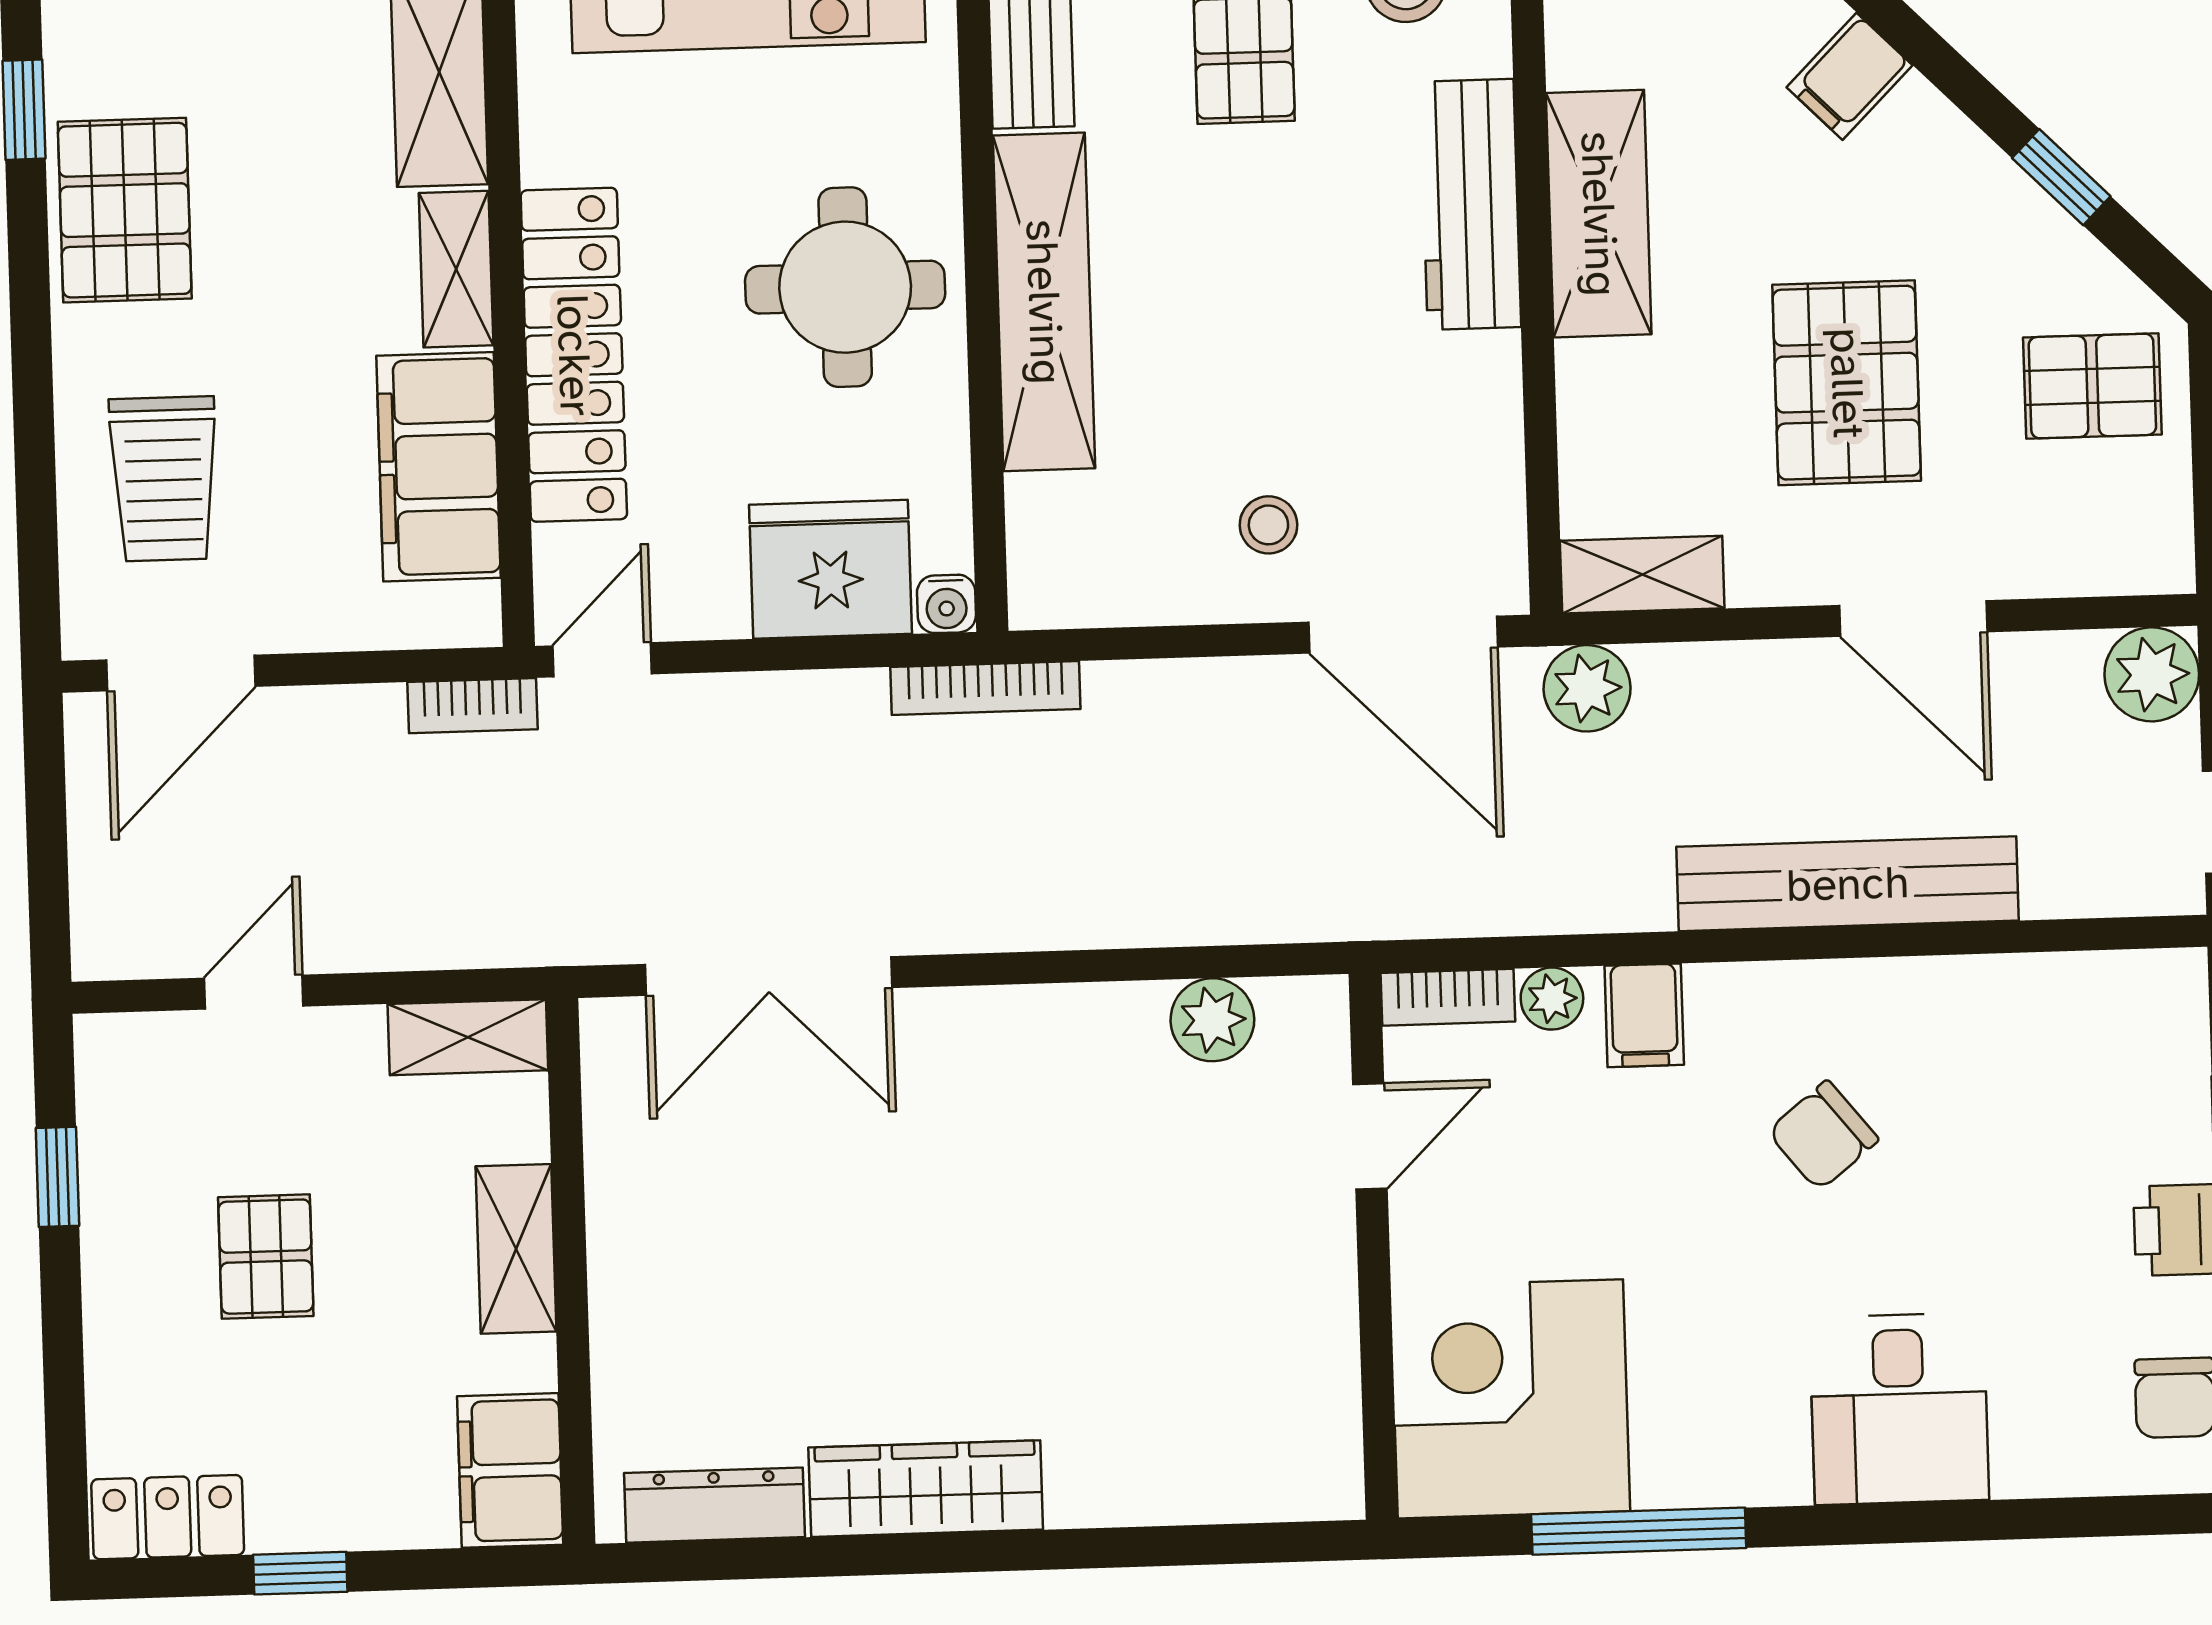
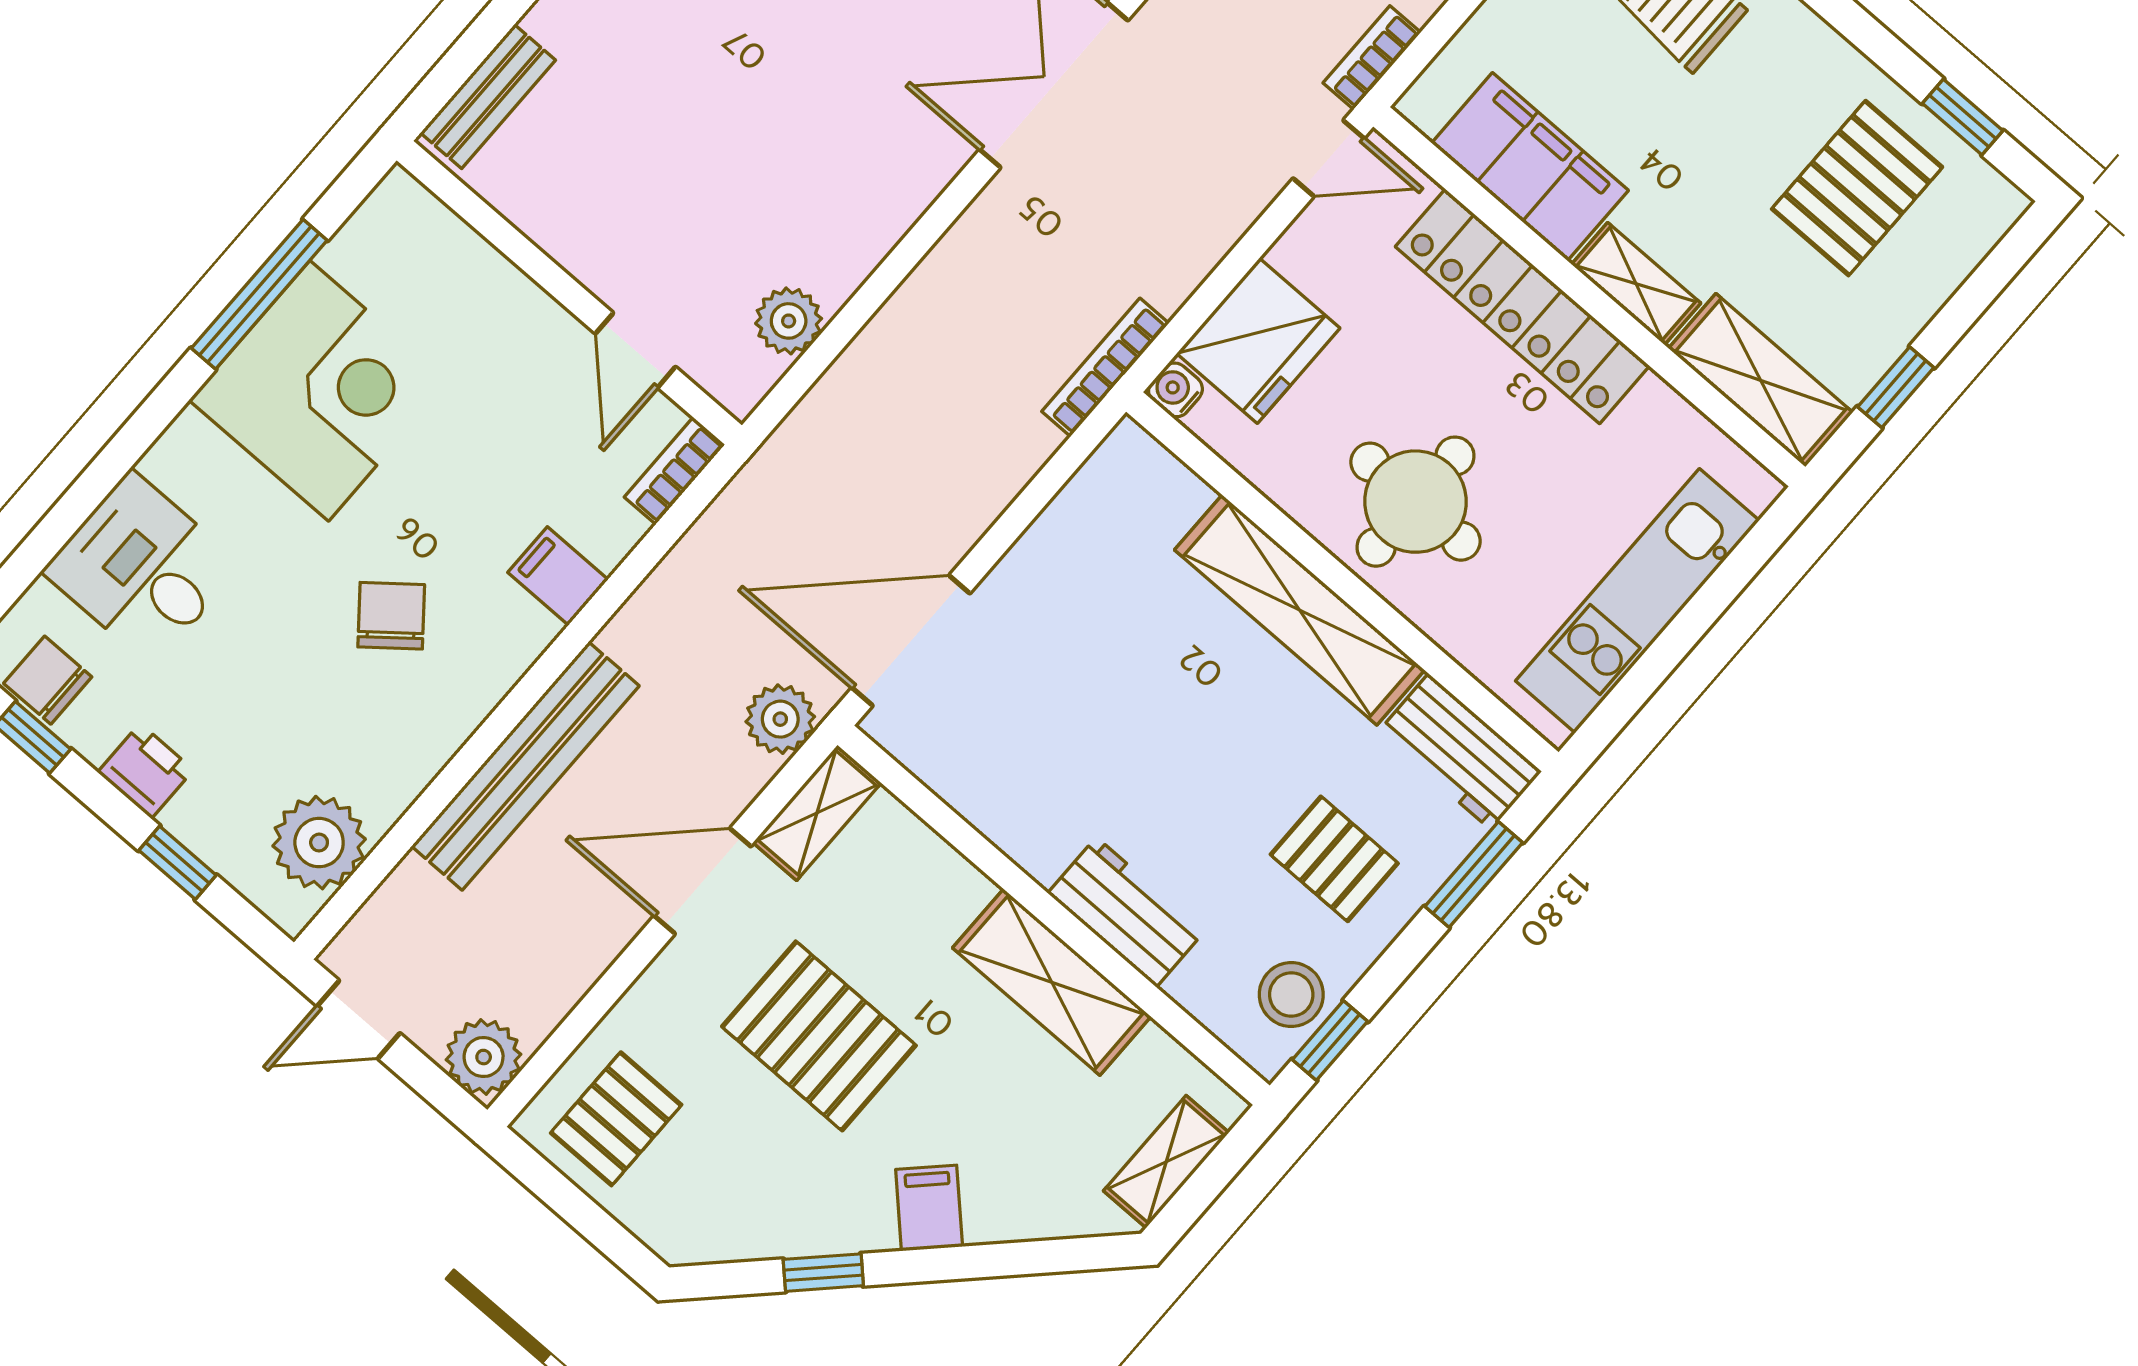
filing cabinet: (1850, 76) -> (929, 1208), moved
workbench: (1471, 204) -> (1126, 912), width x0.73
pallet: (125, 210) -> (1857, 188), moved, turned 90
pallet: (2092, 386) -> (616, 1119), moved
stool: (1268, 525) -> (1048, 621), removed
door: (1913, 619) -> (703, 881), moved
door: (602, 660) -> (1329, 158), hinge flipped
plant: (1552, 999) -> (319, 843), moved, width x1.88, depth x1.88
corner desk: (1510, 1399) -> (319, 391), moved
desk: (1899, 1409) -> (142, 568), moved
bench: (1261, 1488) -> (488, 97), added

